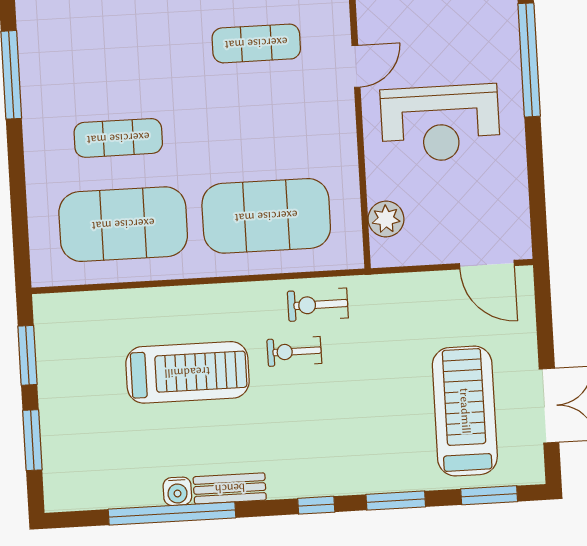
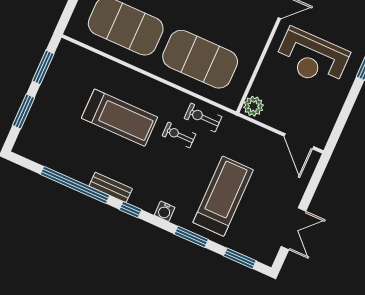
plant: (386, 219) -> (253, 106), moved
treadmill: (465, 411) -> (223, 196), moved
water cooler: (177, 491) -> (165, 211), moved
window: (316, 505) -> (131, 210), moved

